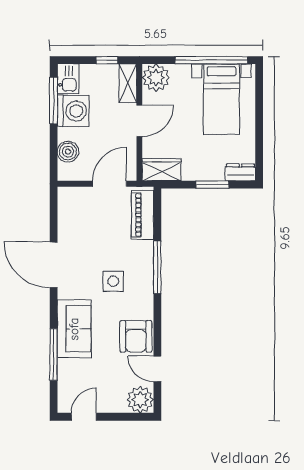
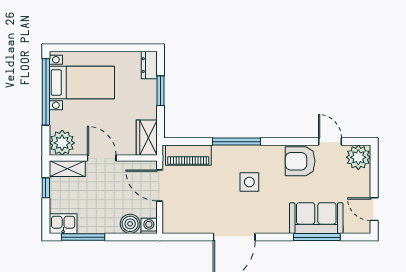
washing machine: (73, 111) -> (149, 226), moved, width x0.53, depth x0.53
sofa: (74, 329) -> (316, 218), moved
armchair: (136, 336) -> (300, 161), turned 180
door: (157, 369) -> (330, 142), swing flipped

